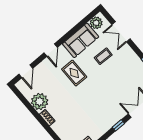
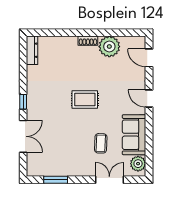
rug: (74, 73) -> (85, 99), moved

